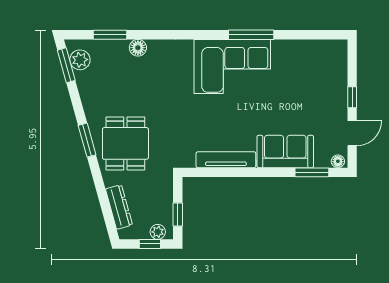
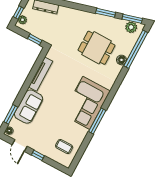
window: (110, 35) -> (136, 49), width x2.11
coffee table: (317, 65) -> (64, 147), added
window: (87, 140) -> (106, 13), moved
dining table: (125, 143) -> (97, 48), moved
window: (178, 214) -> (35, 39), moved

